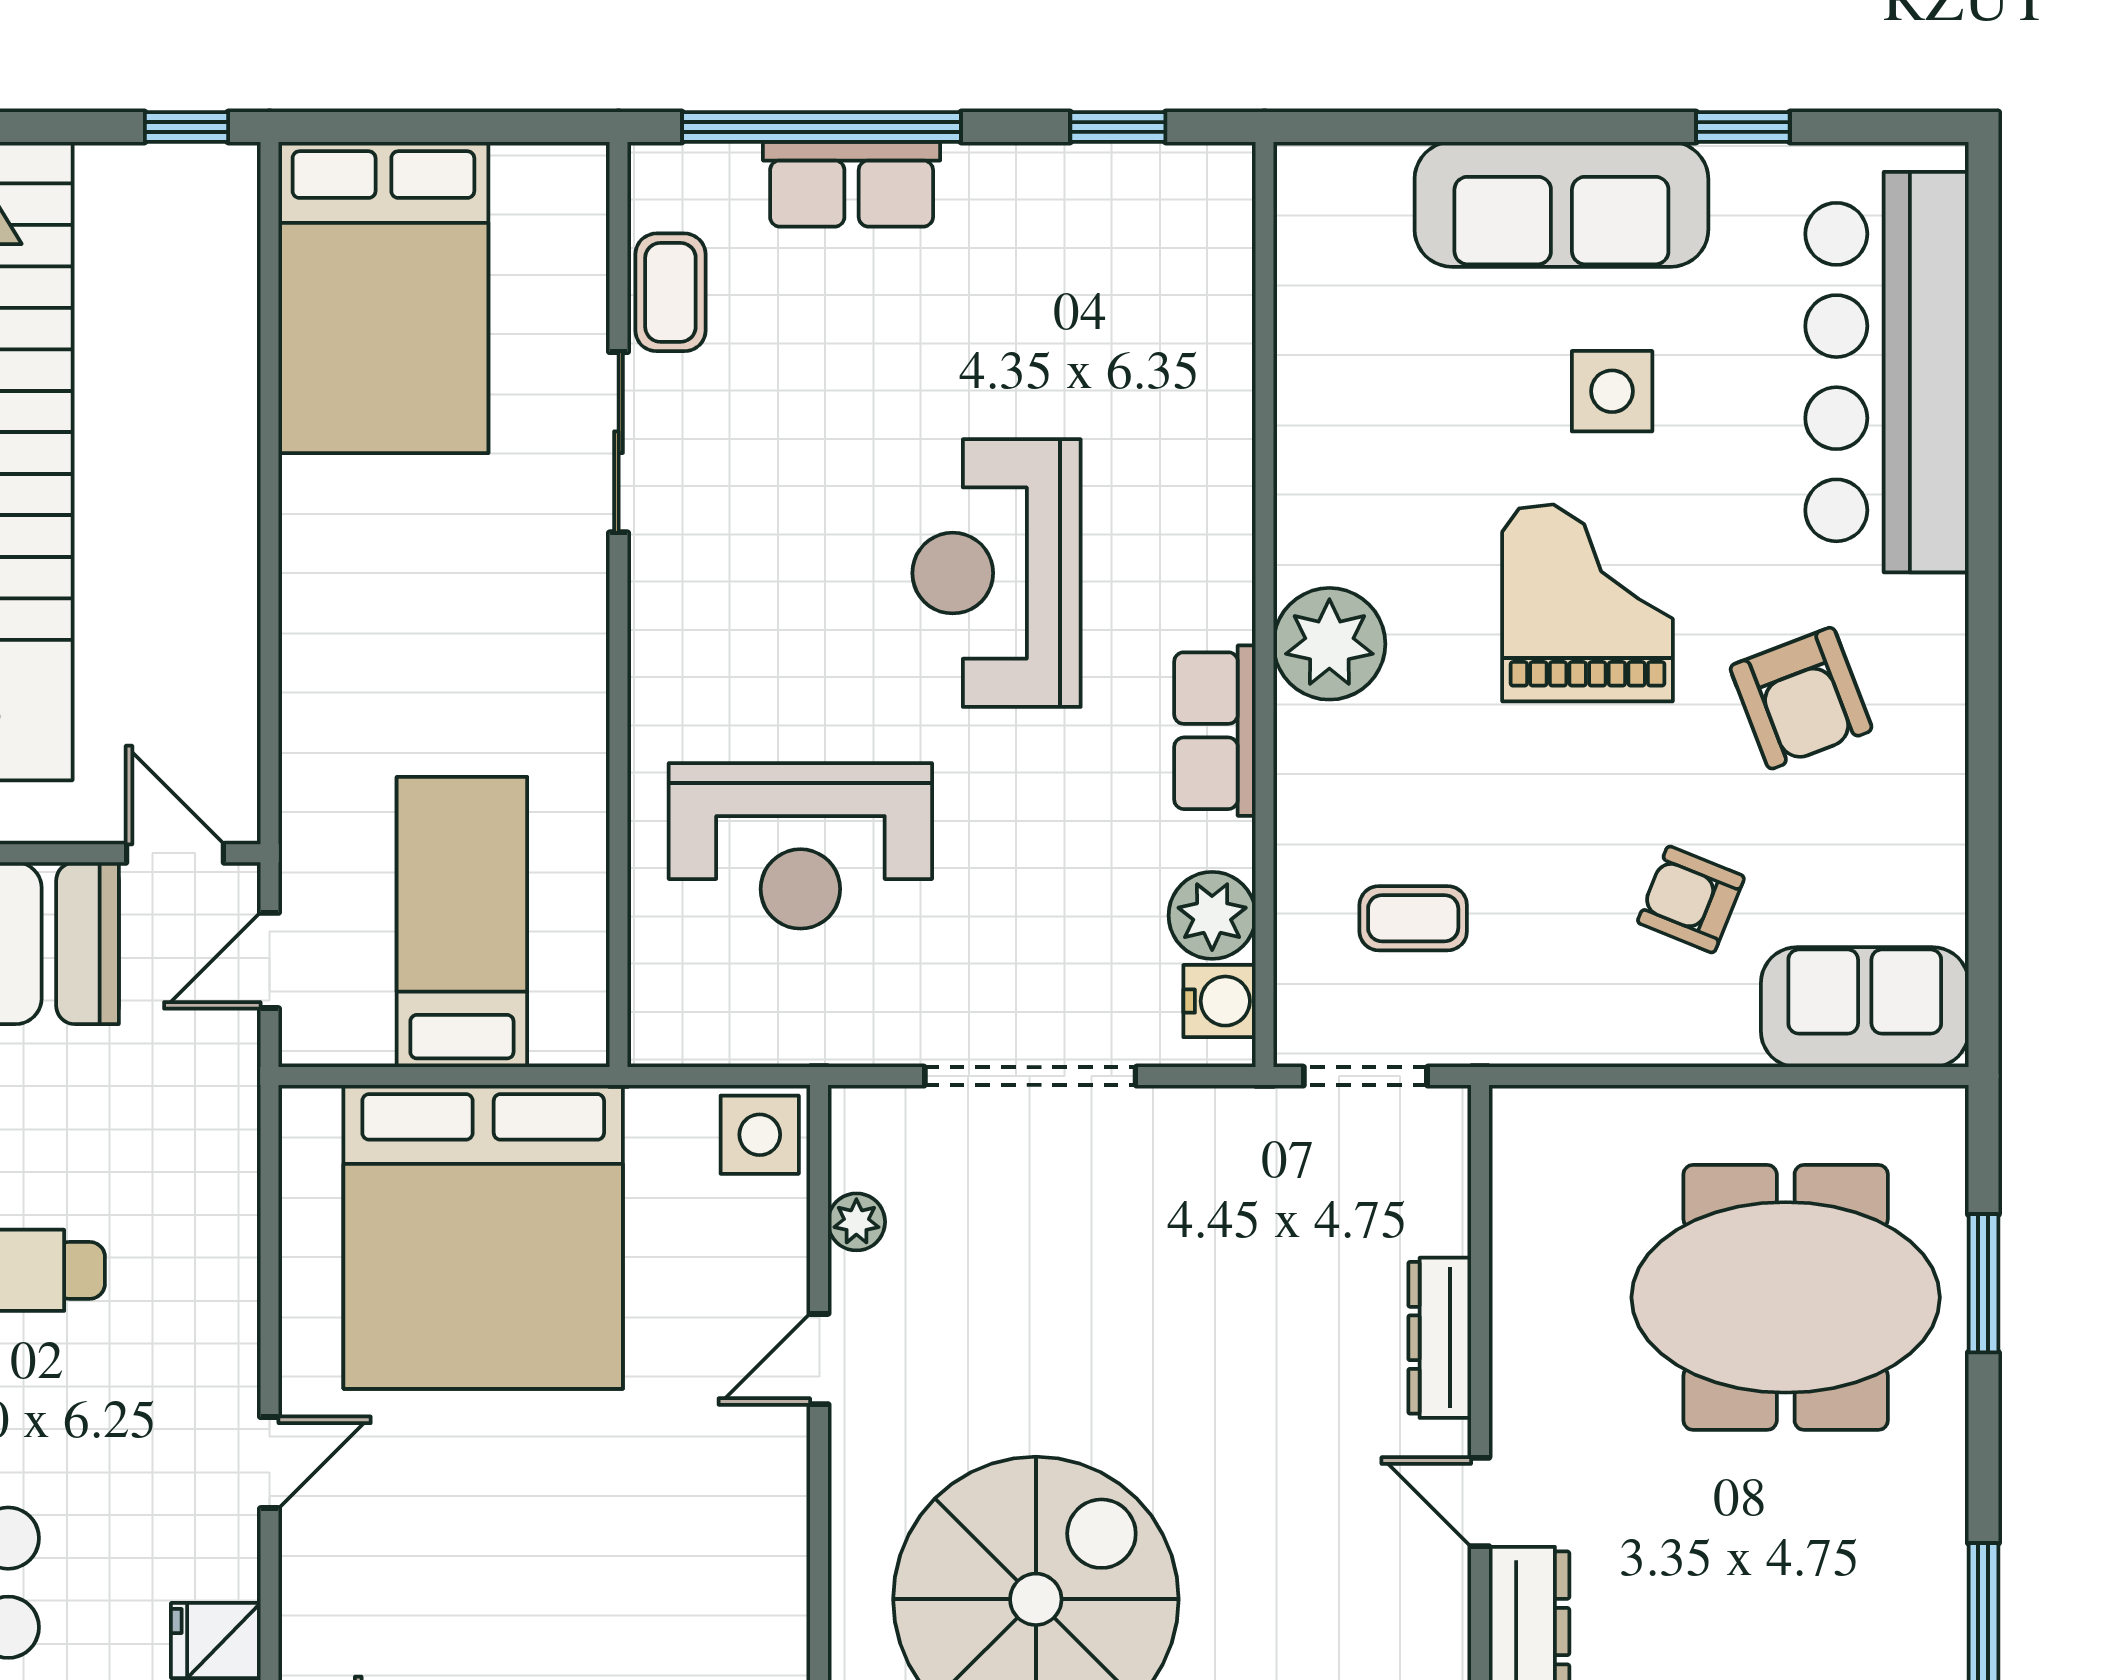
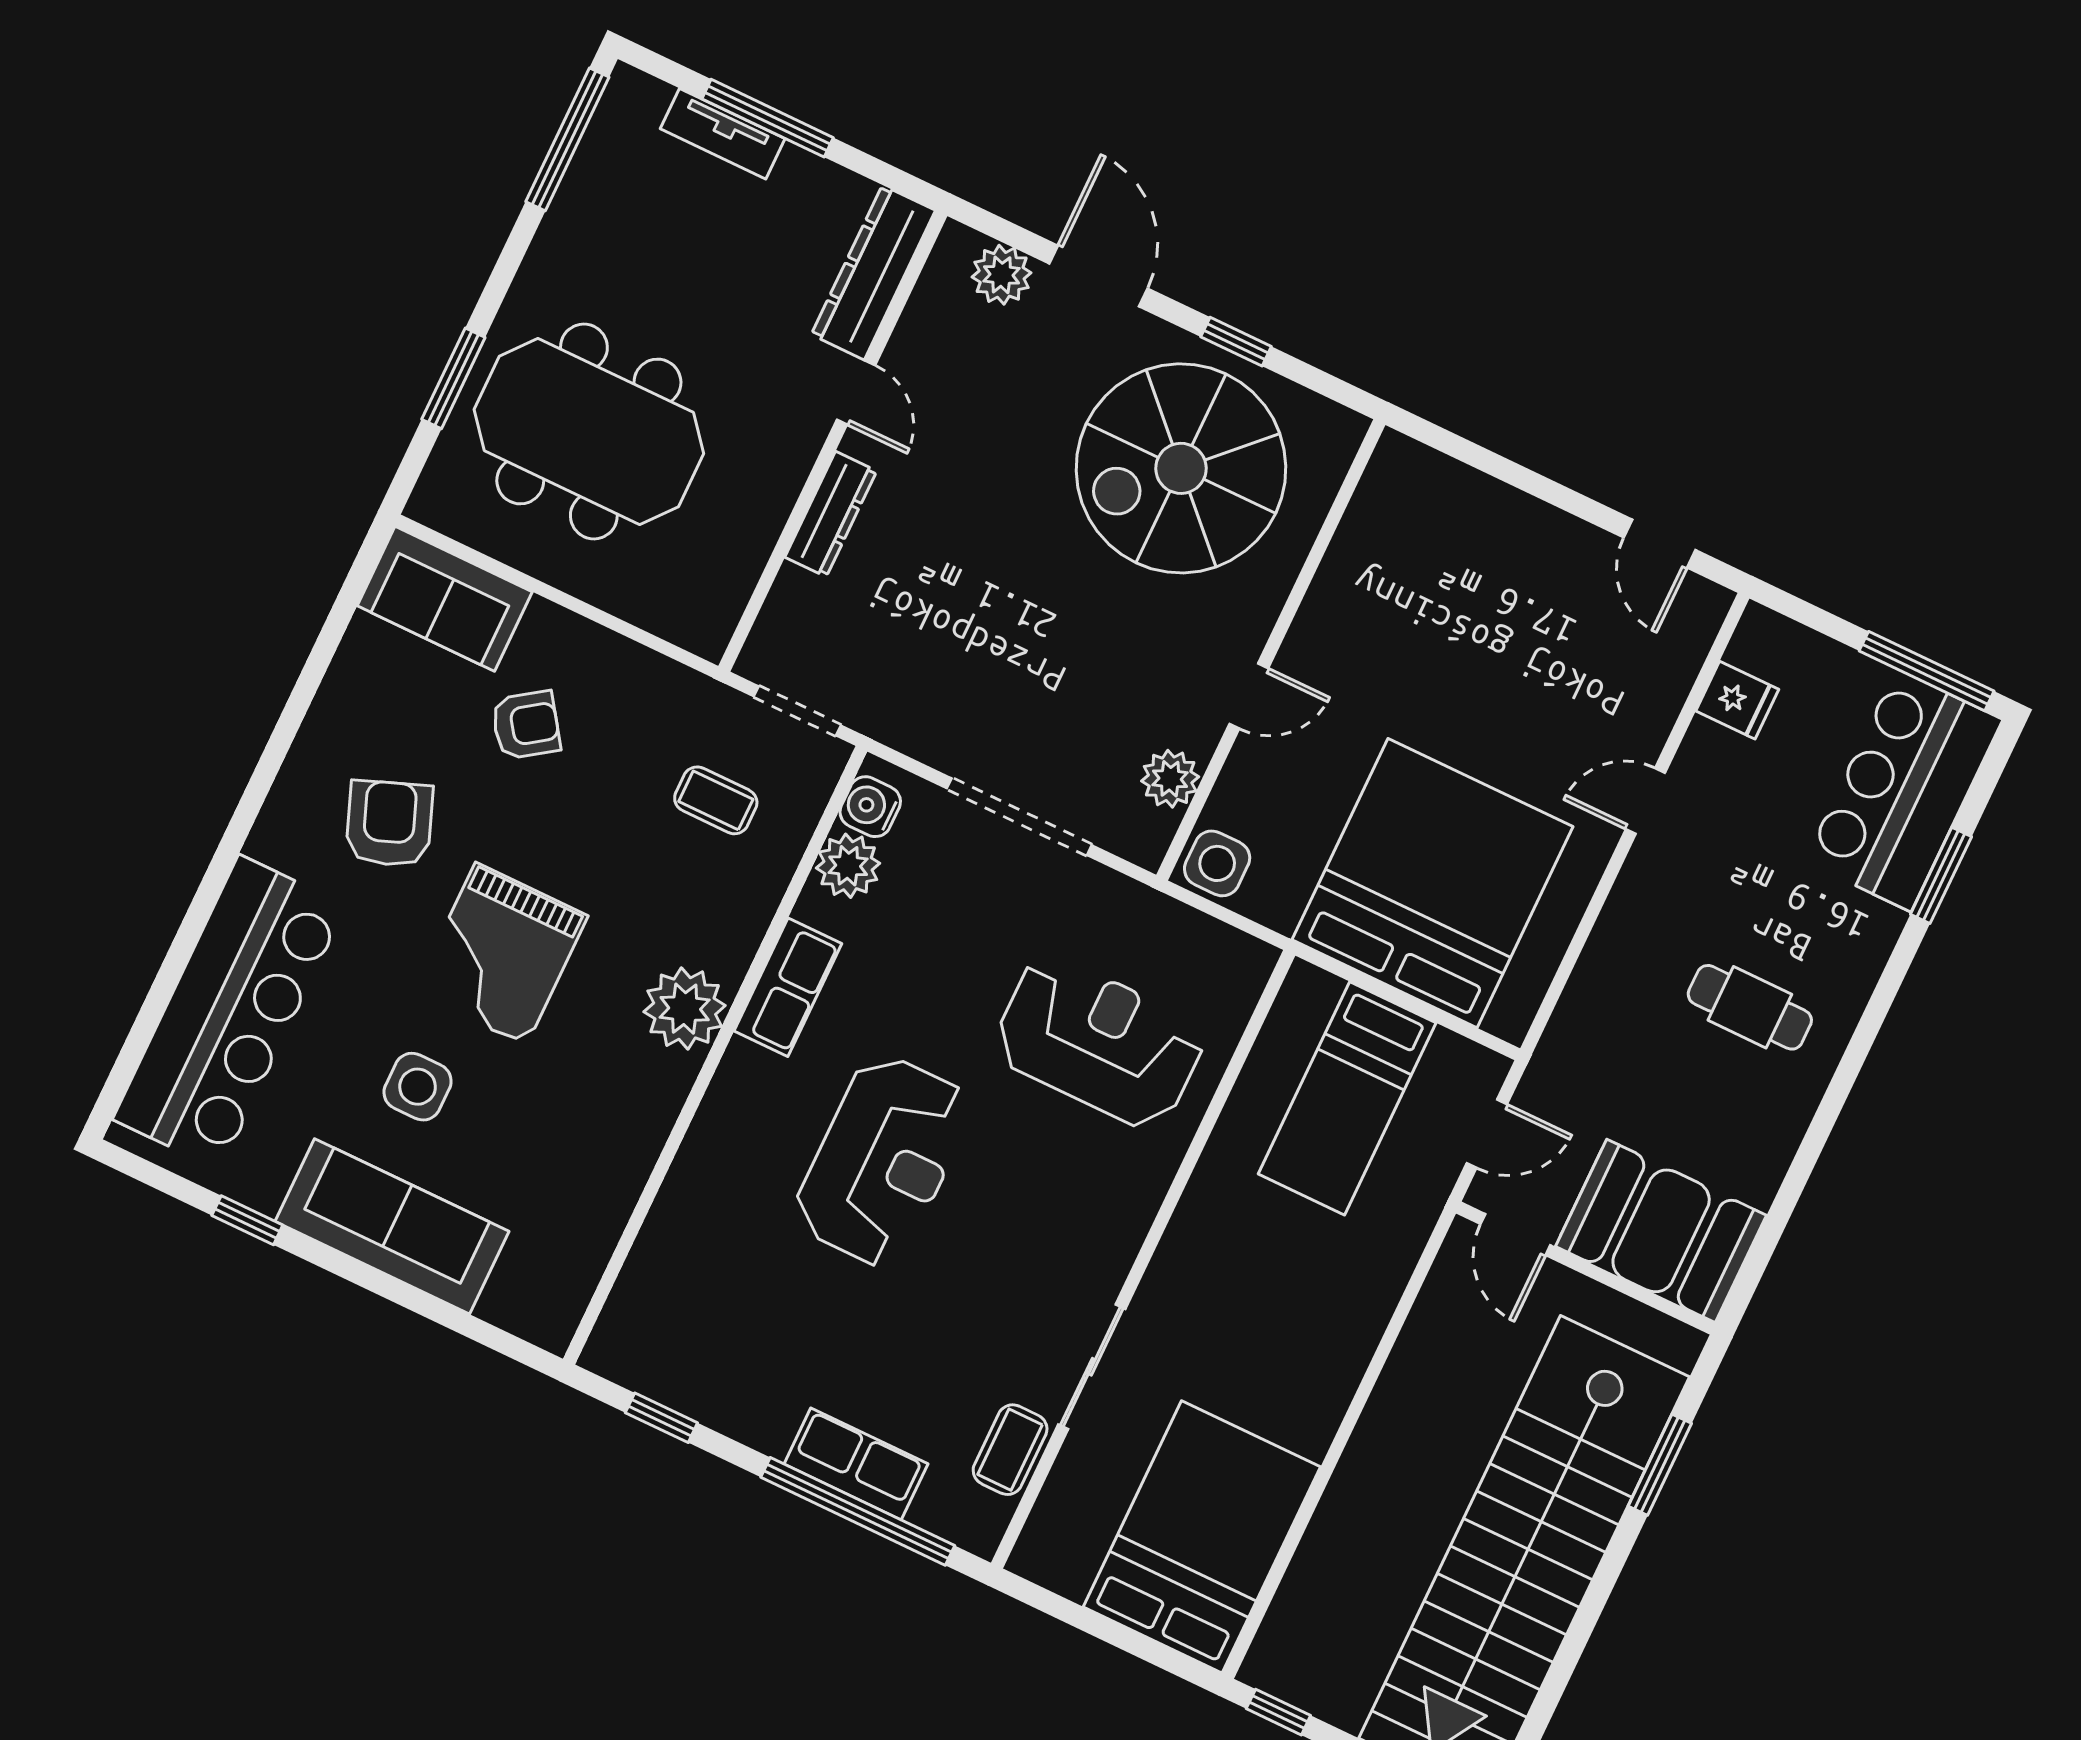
armchair: (1691, 899) -> (526, 725), turned -57
plant: (856, 1222) -> (1170, 779), width x1.38, depth x1.38

